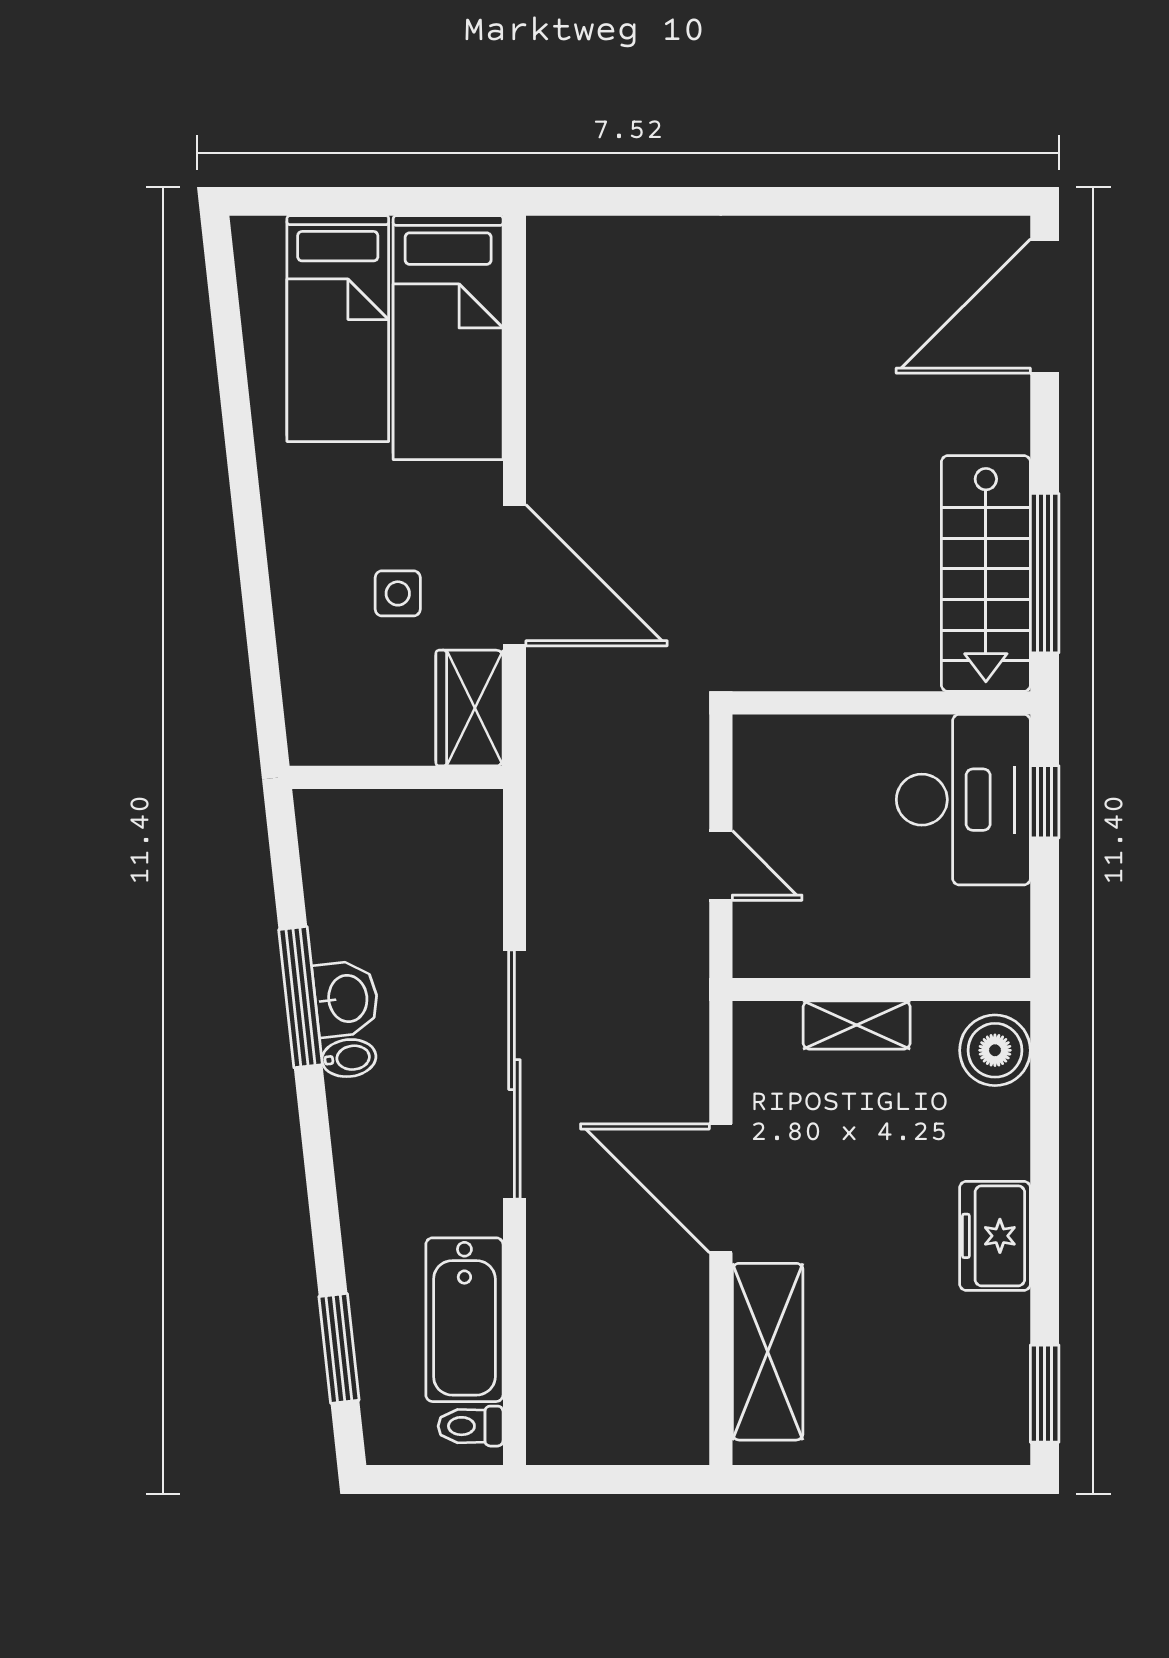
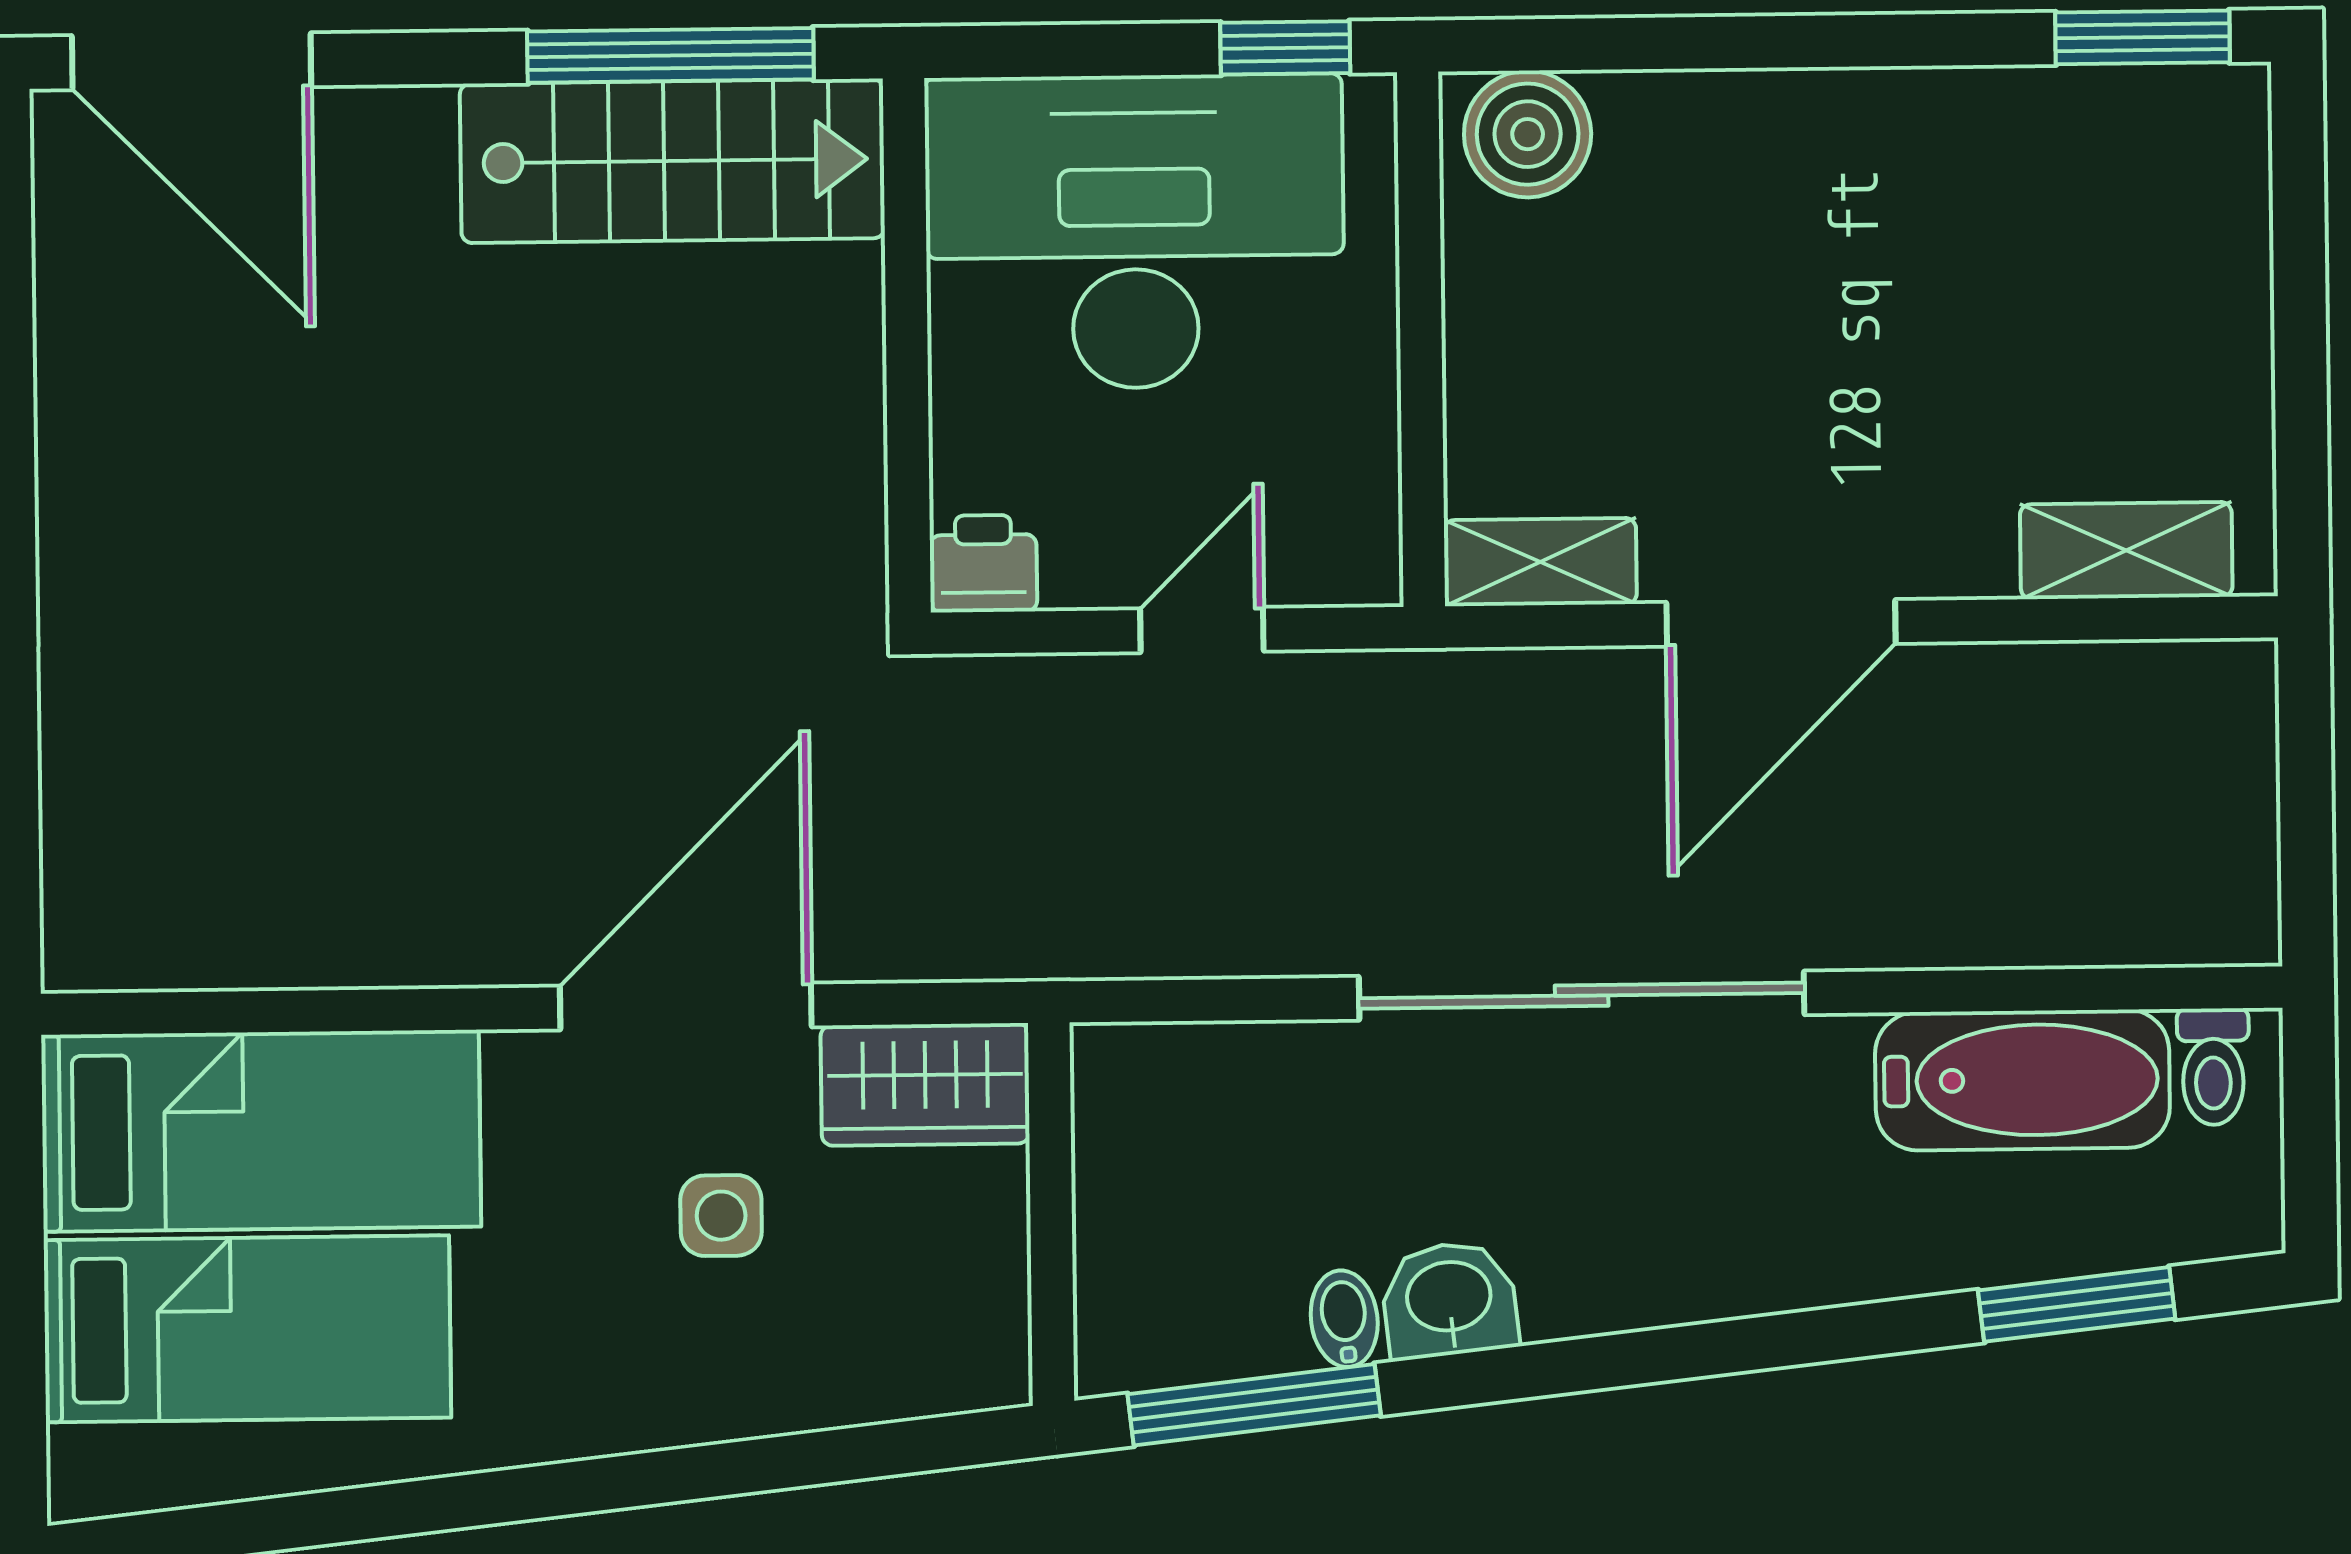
printer: (759, 744) -> (983, 564), added
desk: (963, 800) -> (1135, 232), width x1.36, depth x1.30
window: (1045, 802) -> (1285, 48), moved
window: (300, 997) -> (1254, 1405), moved
shelving: (857, 1025) -> (1540, 562), moved, turned 90
bidet: (349, 1058) -> (1344, 1319), moved
freezer: (995, 1236) -> (1860, 130), removed
shelving: (768, 1352) -> (2126, 551), width x0.67, depth x0.75

